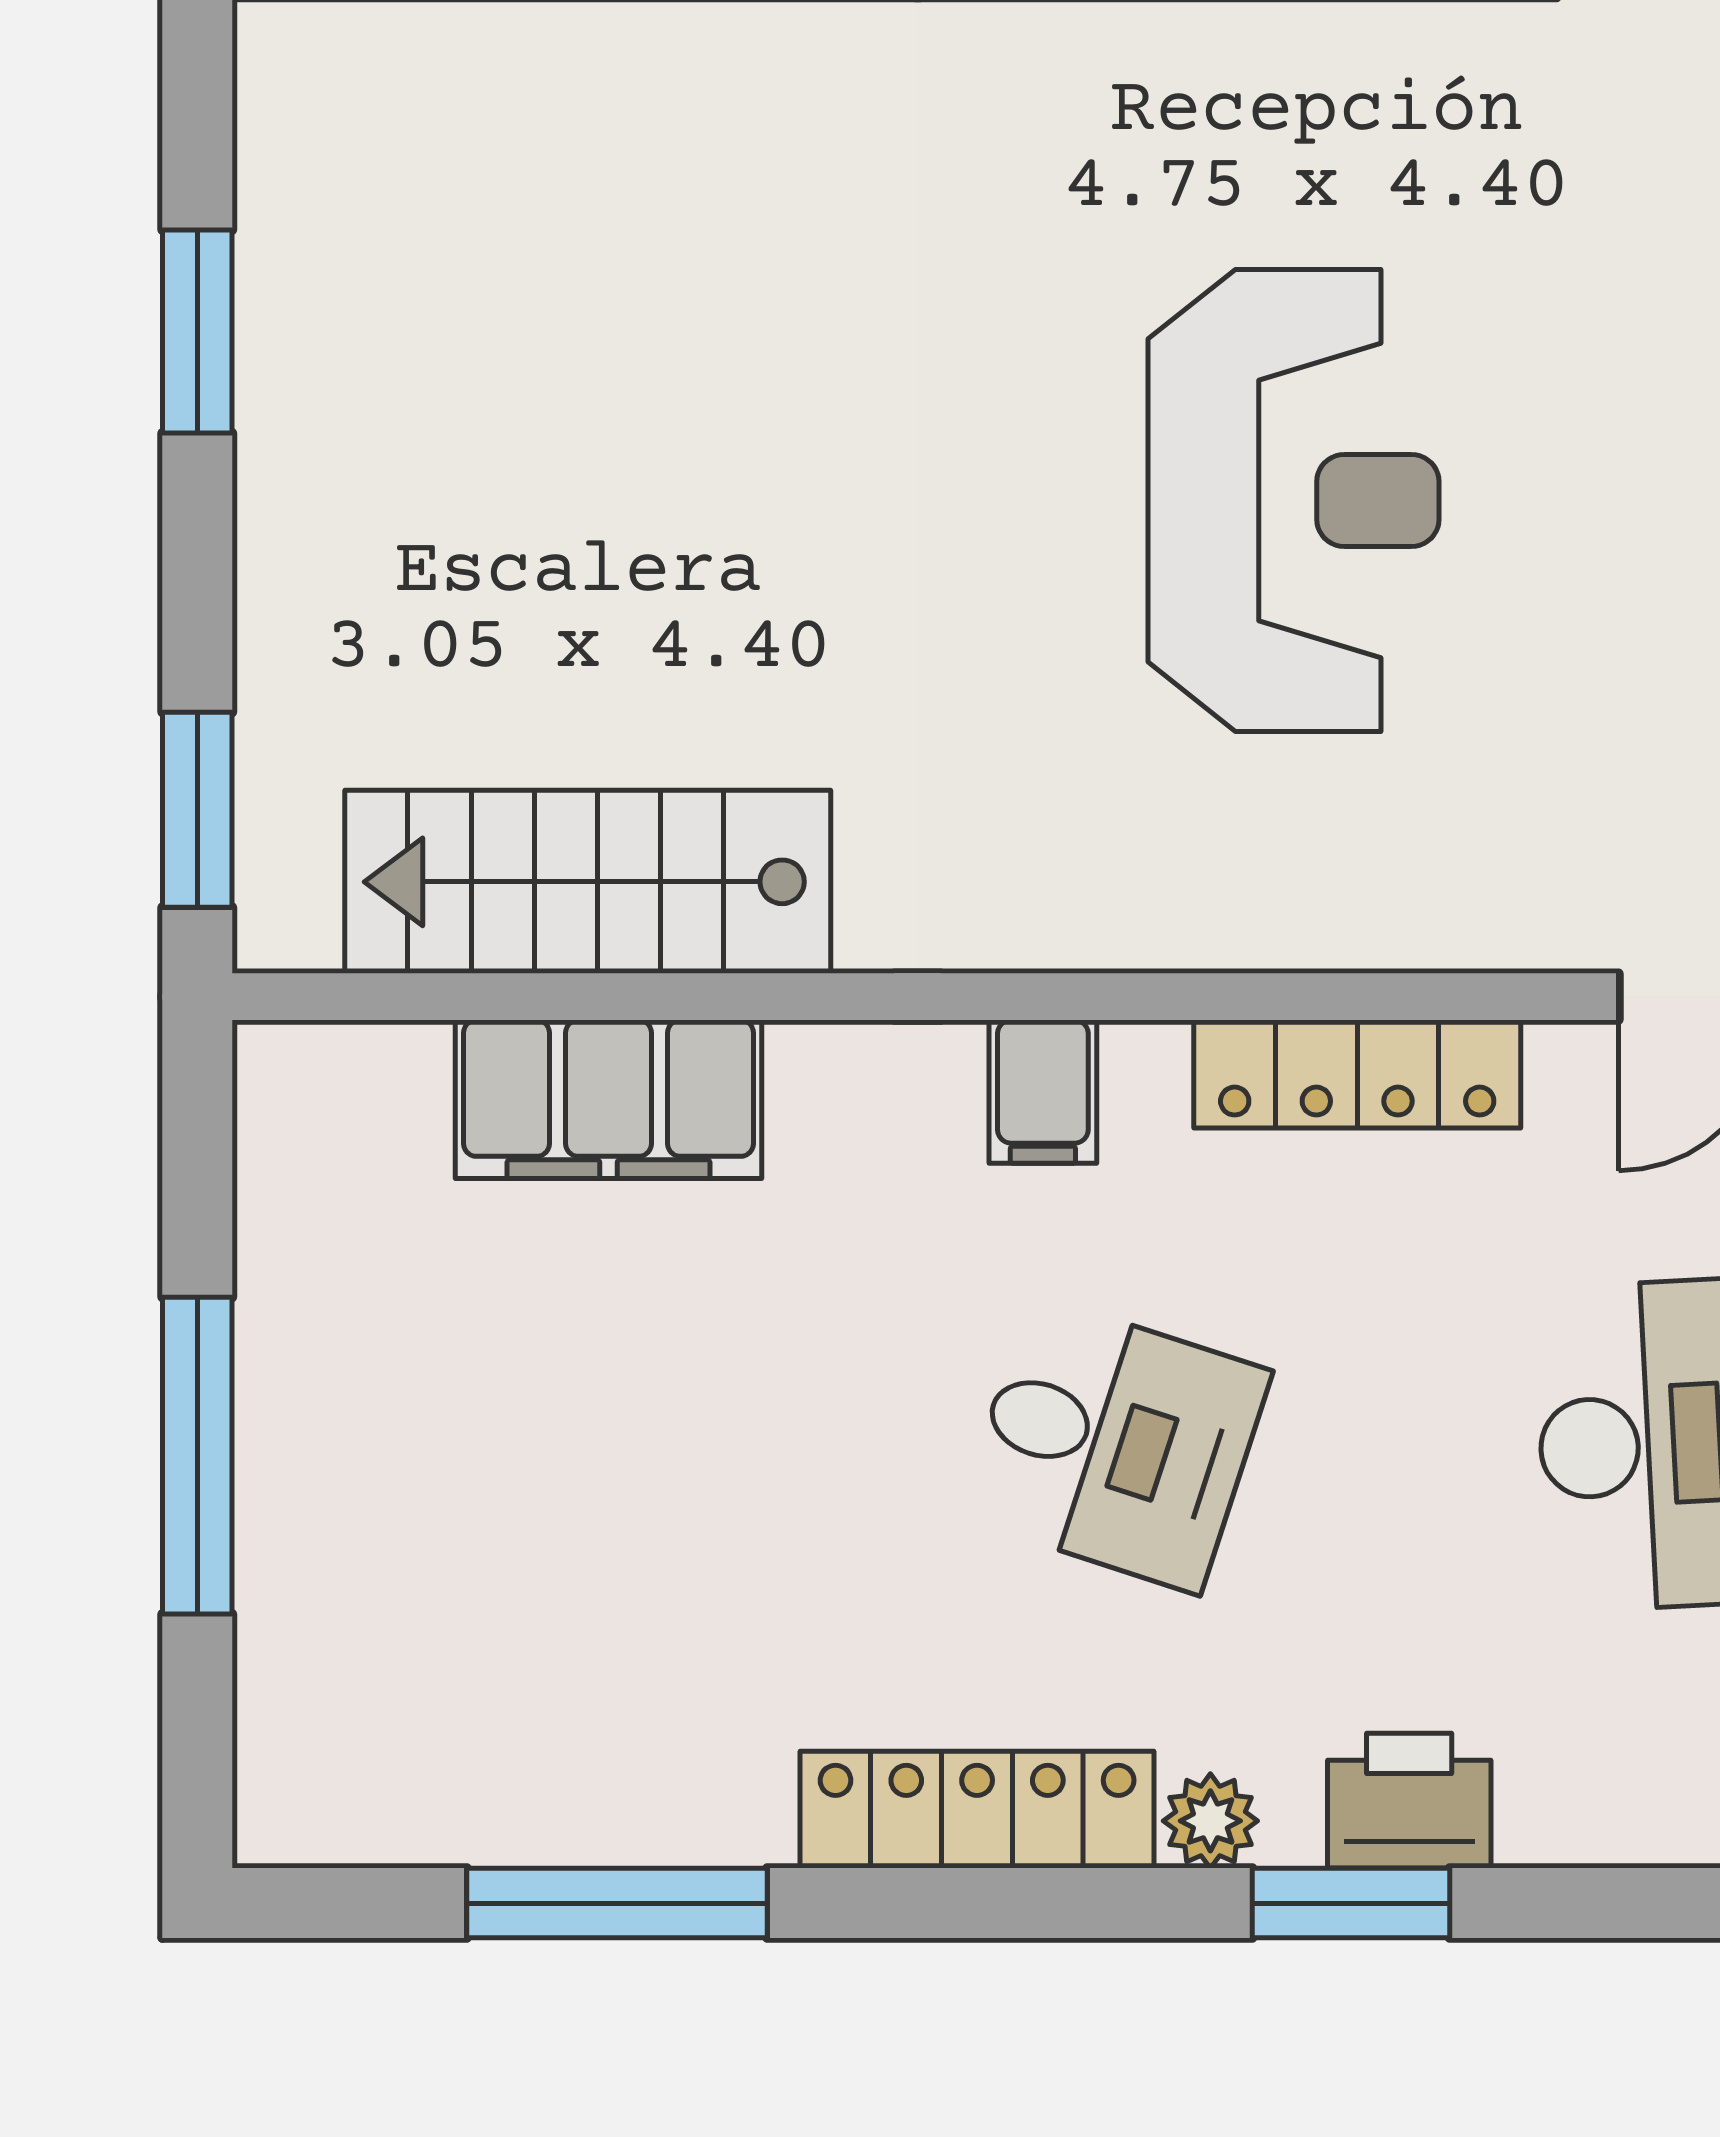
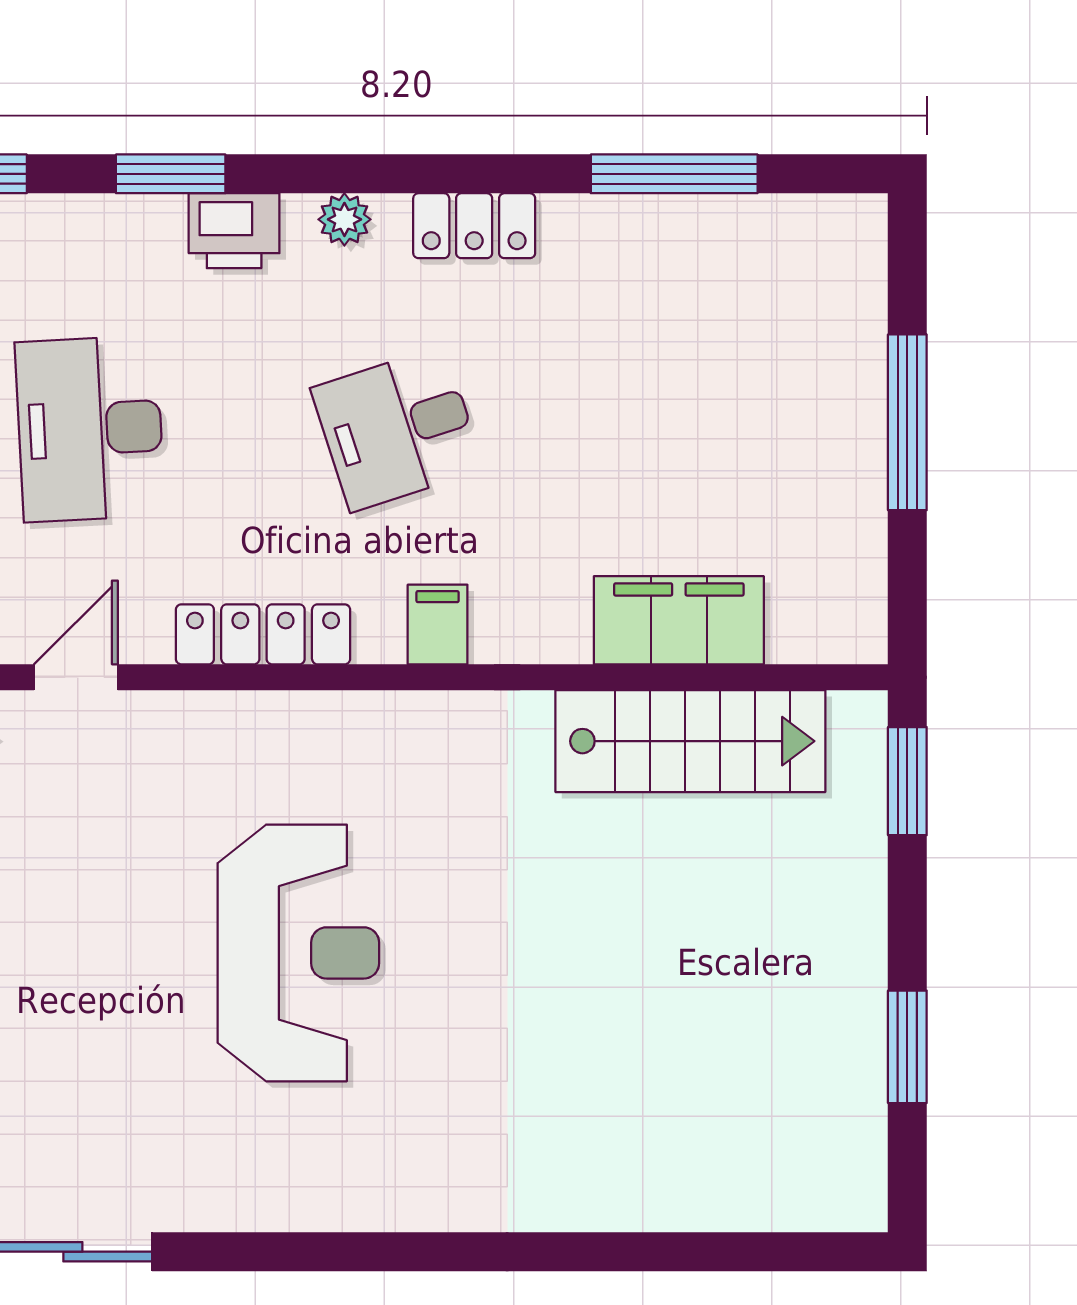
reception desk: (1294, 500) -> (298, 953), turned 180
desk: (1115, 1444) -> (397, 429), turned -36
locker: (977, 1810) -> (474, 226), width x0.66
window: (1351, 1903) -> (171, 174), moved

